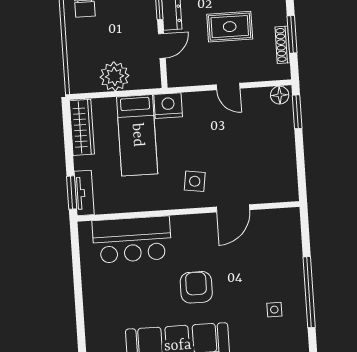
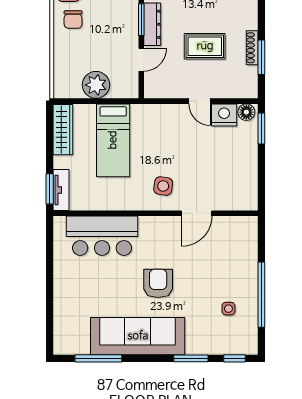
shoe rack: (283, 45) -> (252, 48), moved
nightstand: (168, 106) -> (224, 115), moved

